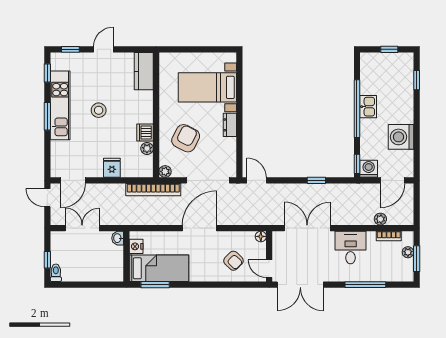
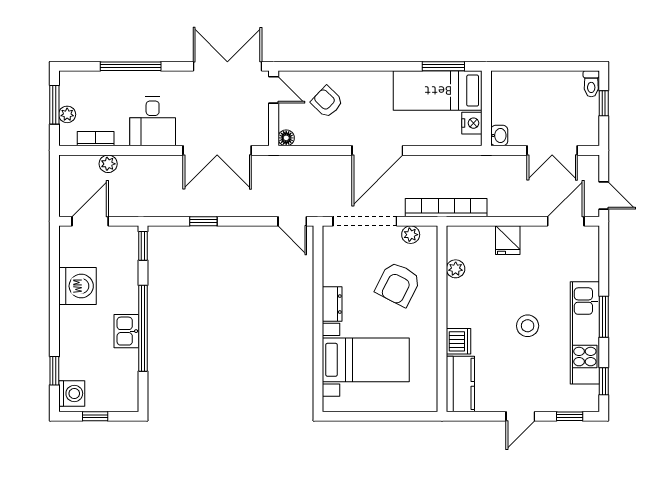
dishwasher: (145, 133) -> (459, 341), moved
washing machine: (369, 169) -> (72, 393), moved, turned -90
plant: (165, 171) -> (411, 235), moved

